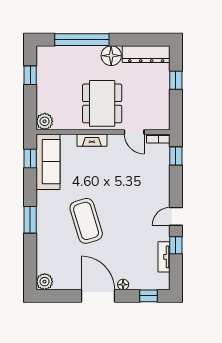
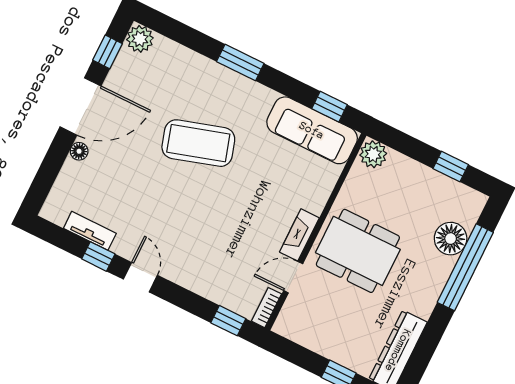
floor lamp: (111, 56) -> (451, 239), moved
fireplace: (92, 140) -> (299, 235), moved
window: (149, 296) -> (108, 52), moved

